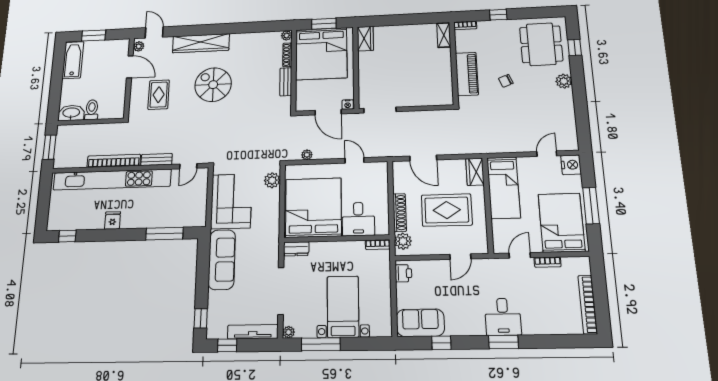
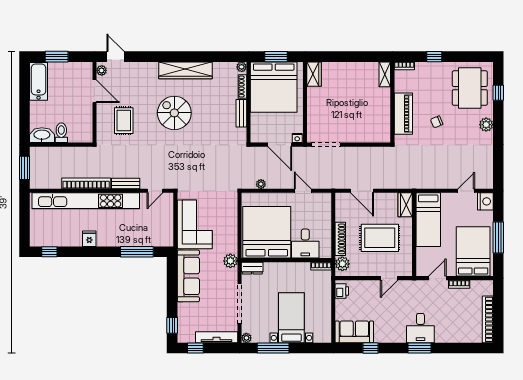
wardrobe: (201, 43) -> (185, 70), moved
plant: (272, 180) -> (230, 261), moved

